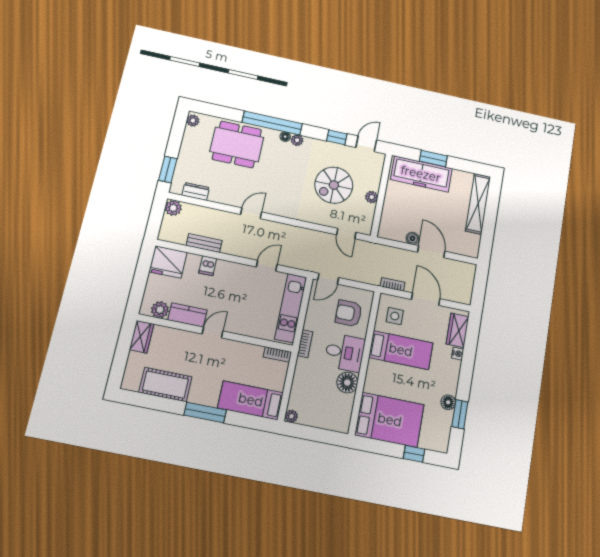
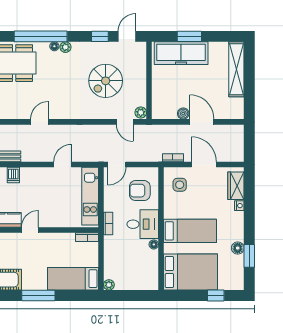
plant: (372, 197) -> (141, 113), moved
bed: (401, 350) -> (190, 231), moved
floor lamp: (347, 383) -> (154, 244), width x0.53, depth x0.53

